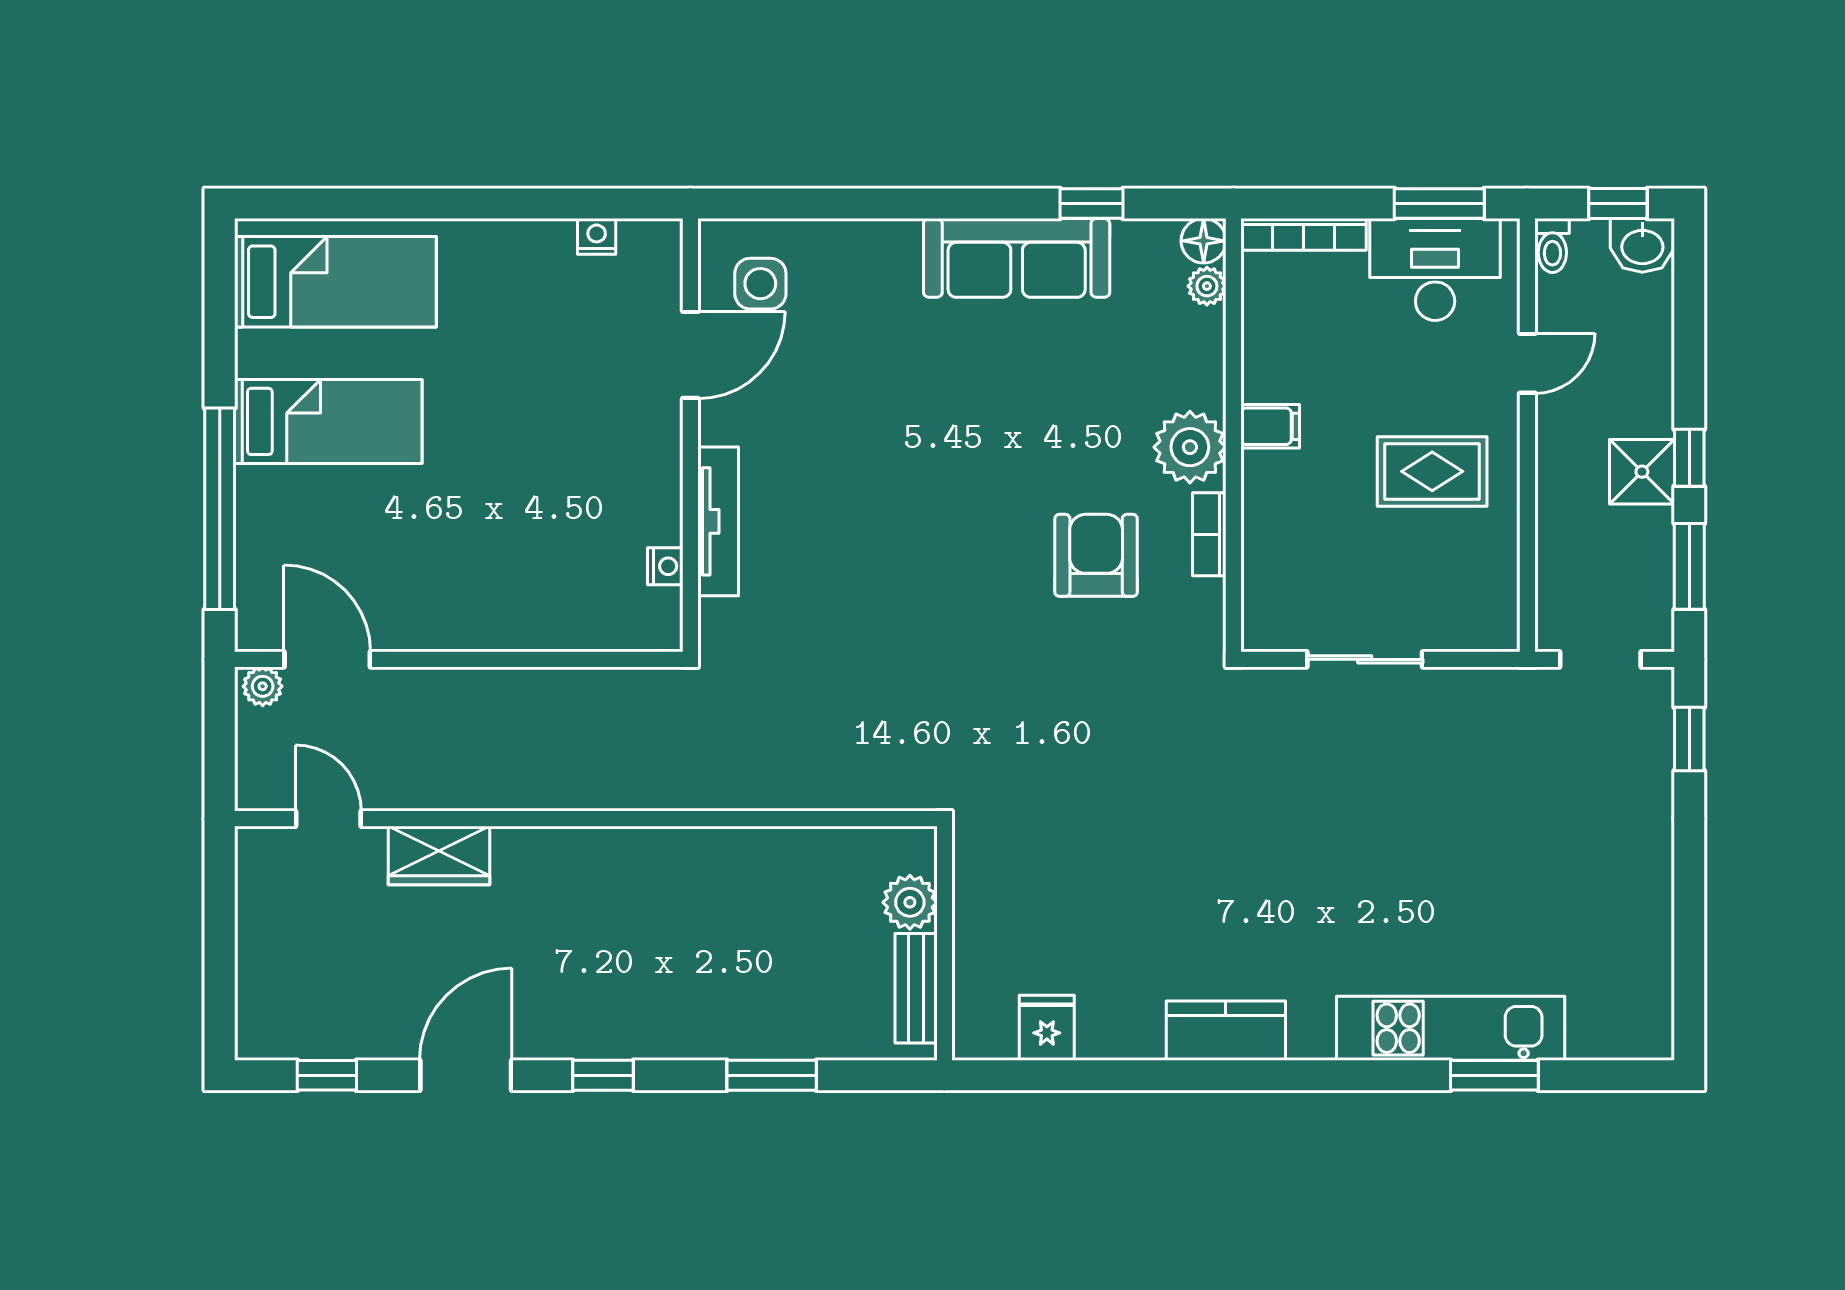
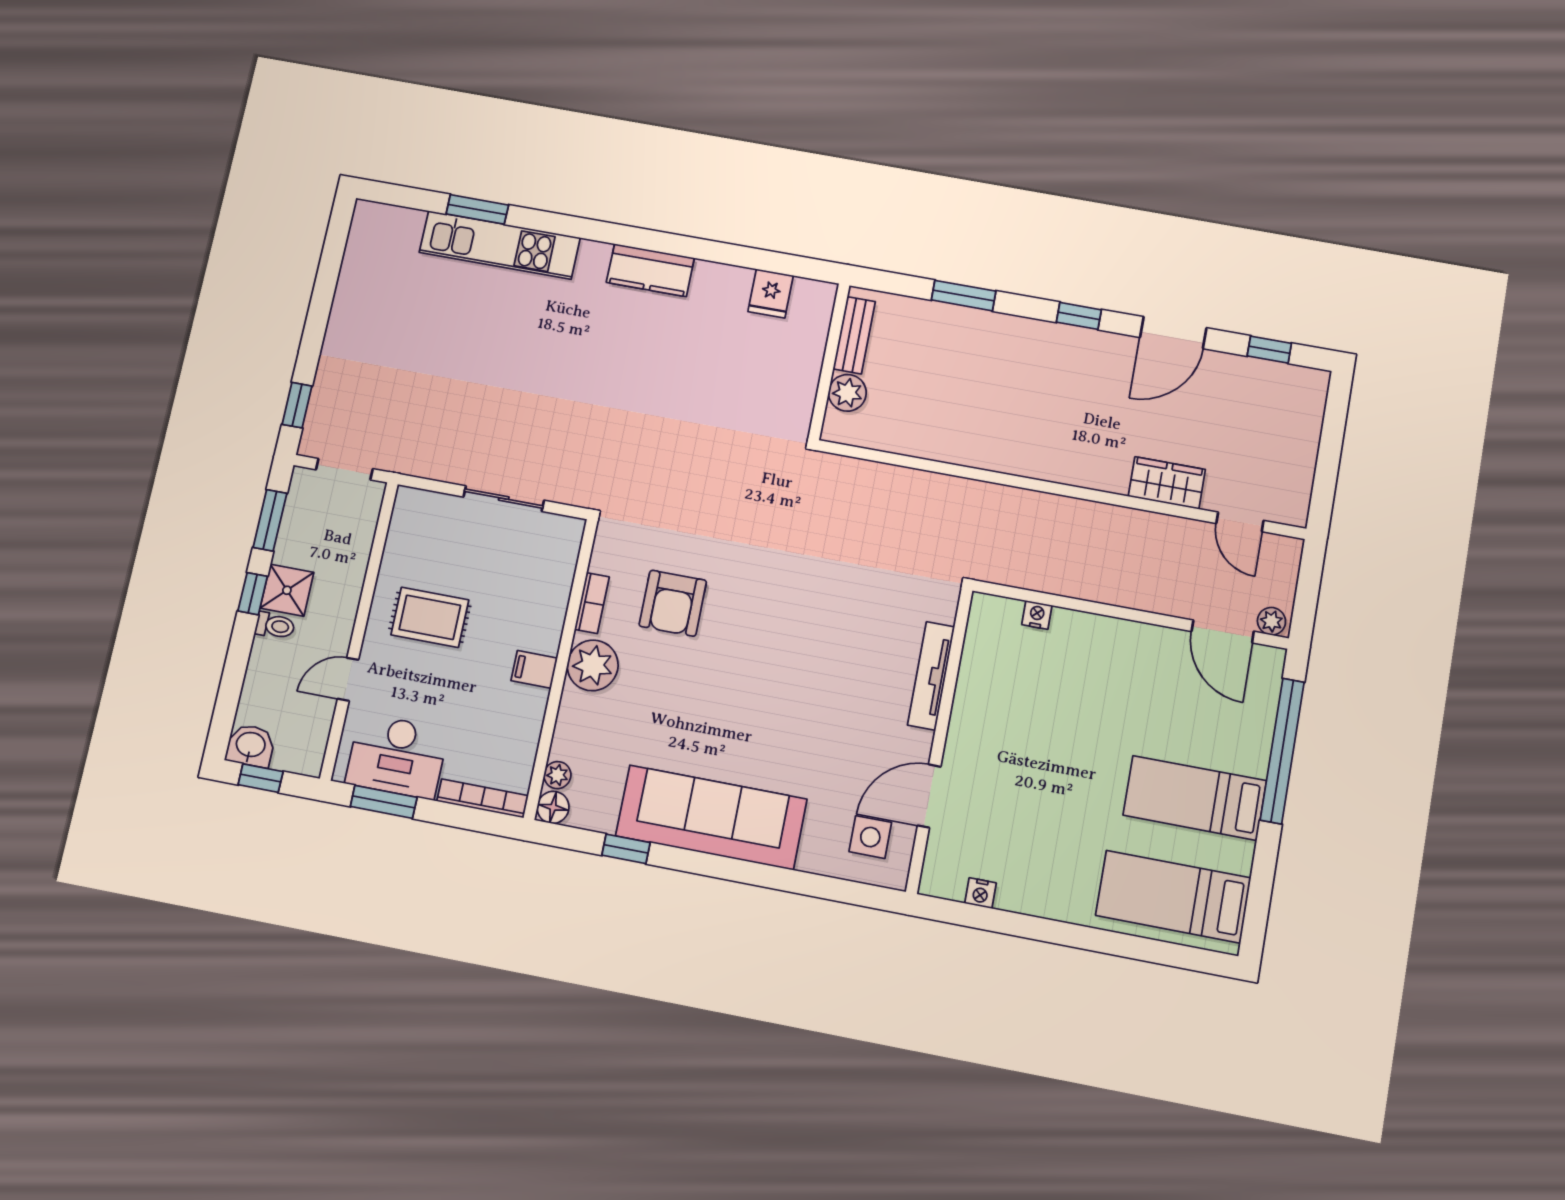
toilet: (1552, 246) -> (275, 626), moved, turned 90
sofa: (1017, 258) -> (711, 817), width x1.36, depth x1.27
nightstand: (665, 566) -> (1037, 615), moved, turned 90

